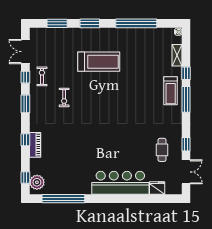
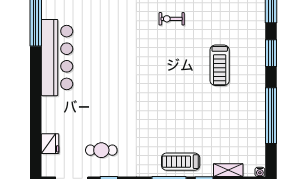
treadmill: (99, 62) -> (220, 65), width x0.73, depth x0.73
bar counter: (120, 183) -> (57, 58), moved

